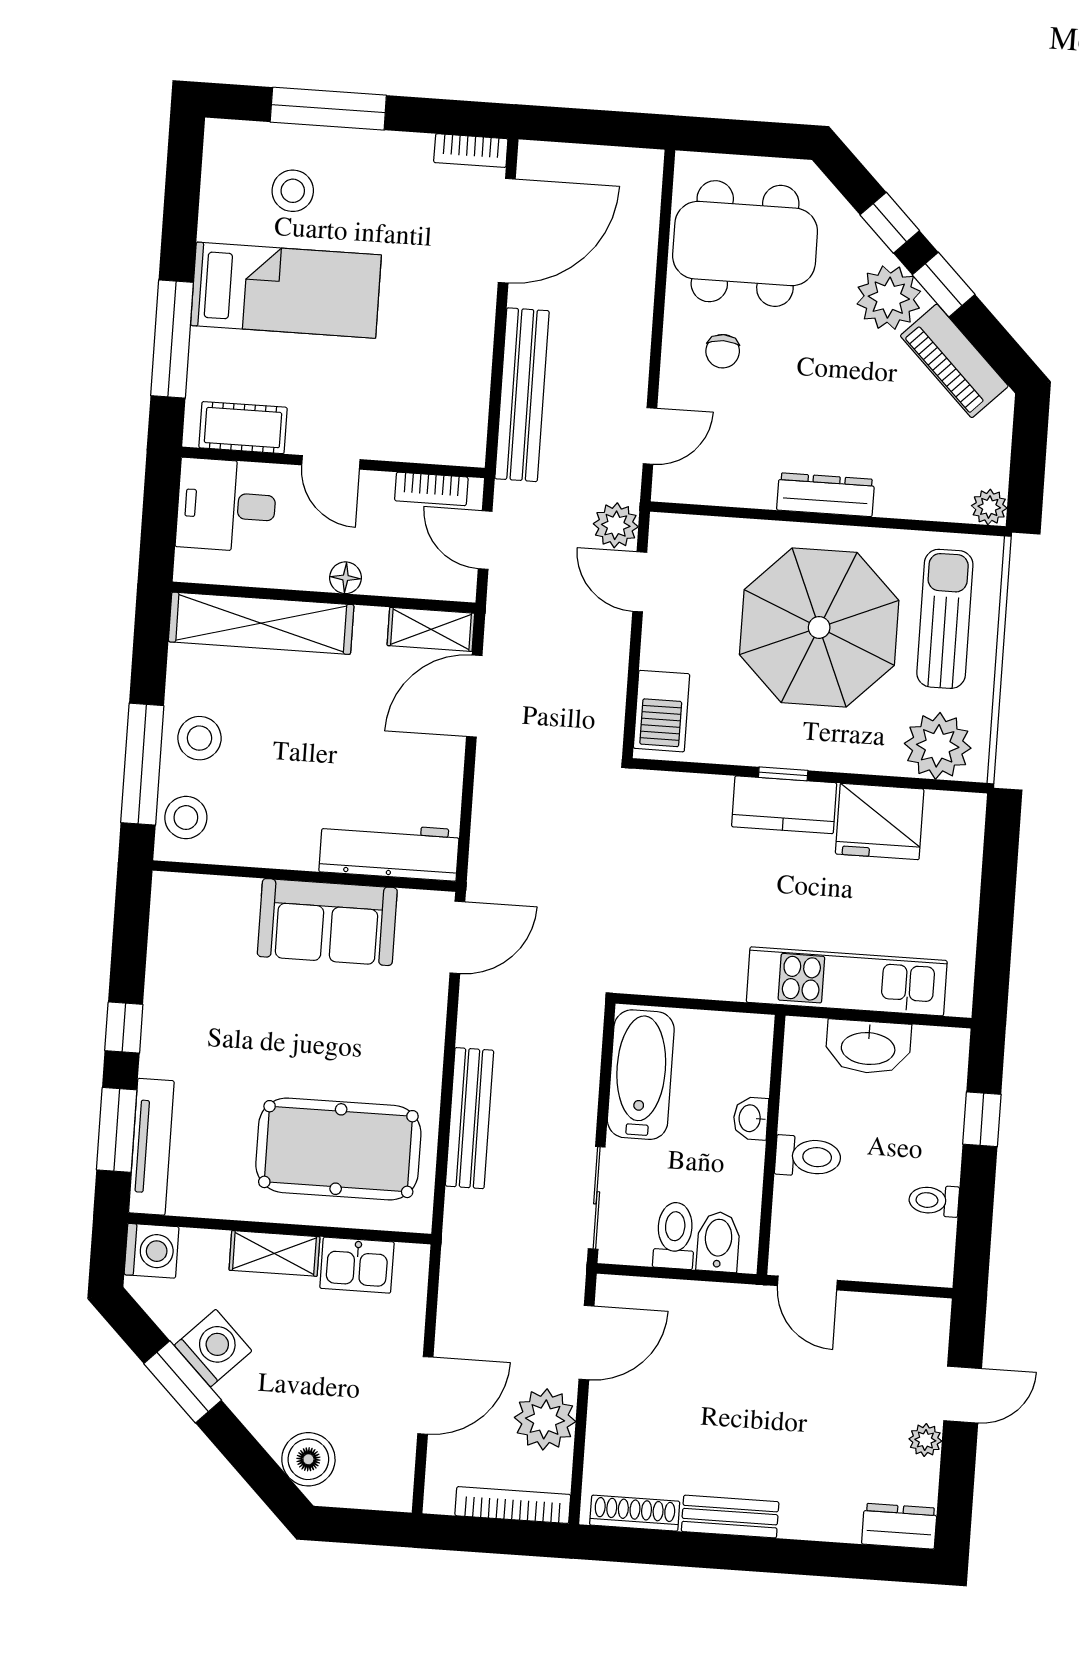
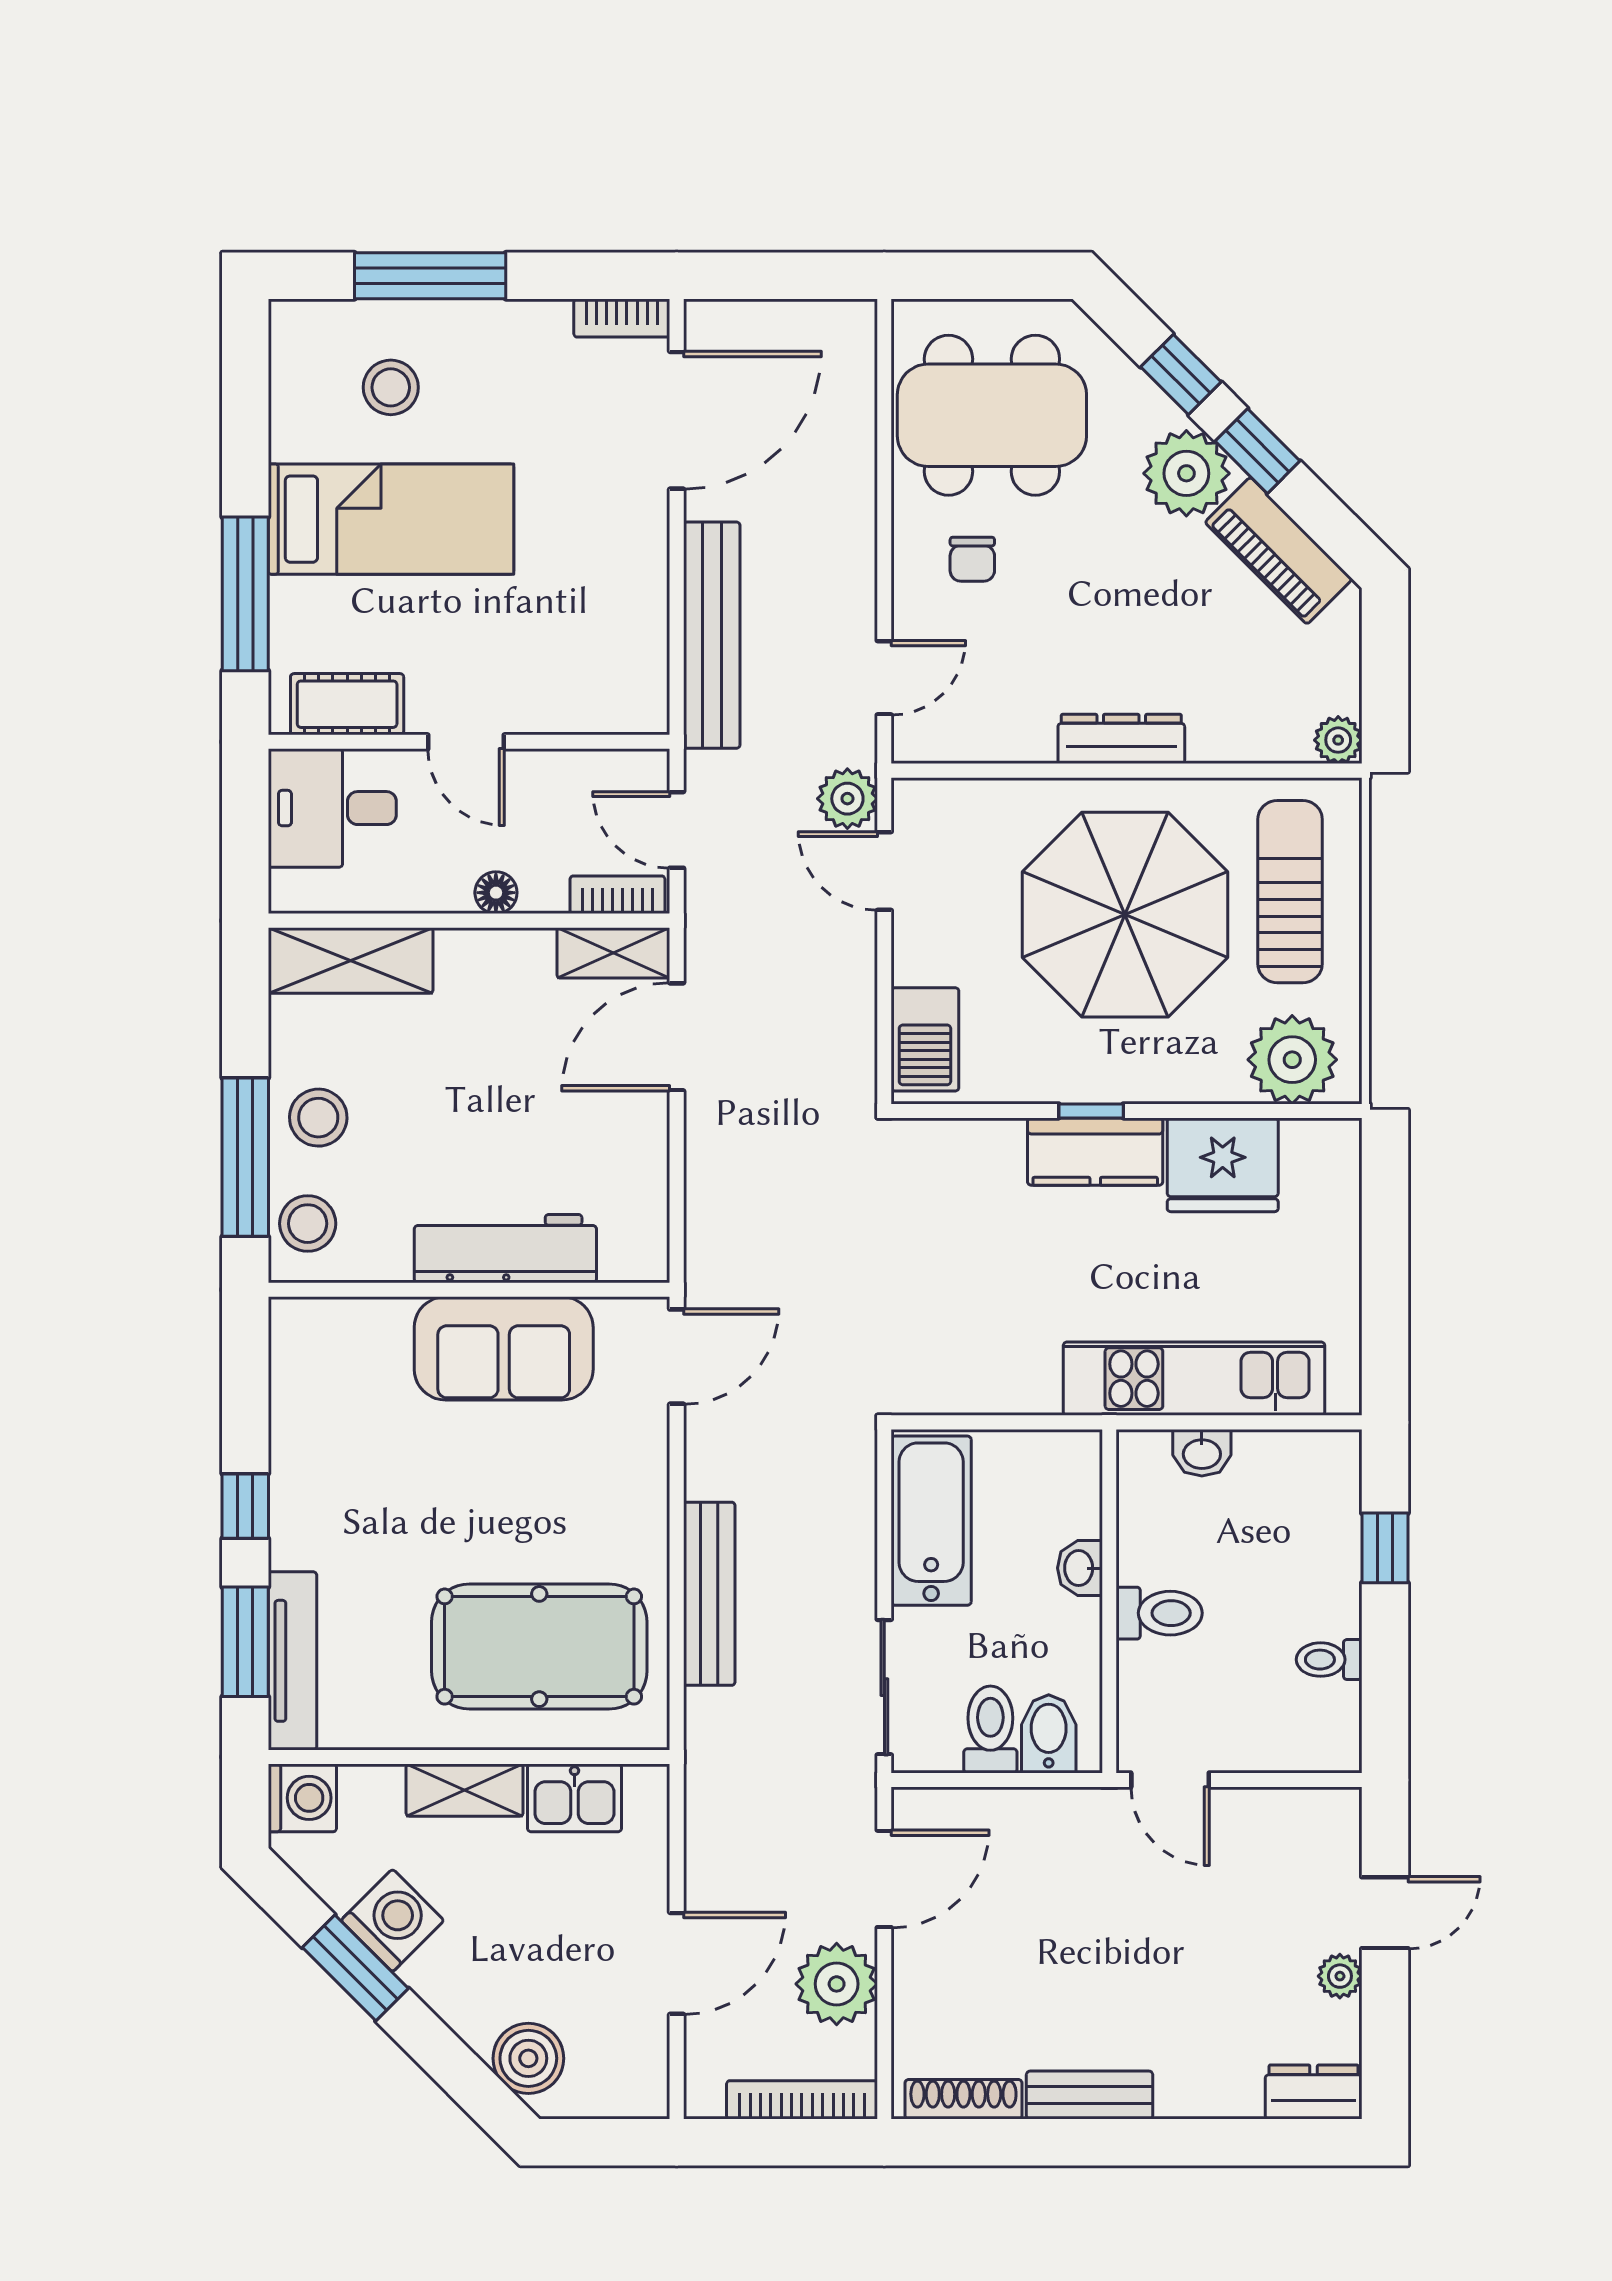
bookcase: (431, 489) -> (617, 895), moved, turned 180
shelving: (261, 623) -> (351, 960), width x0.68
workbench: (389, 851) -> (505, 1249), moved
washbasin: (868, 1047) -> (1202, 1453), width x0.52, depth x0.69

